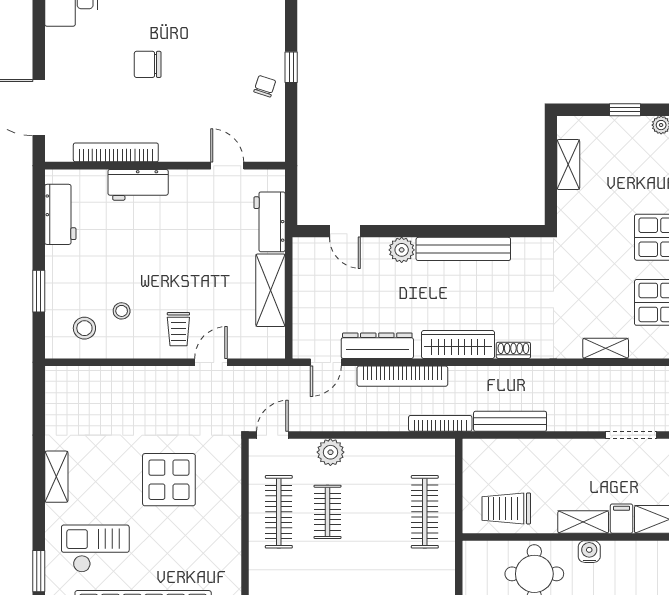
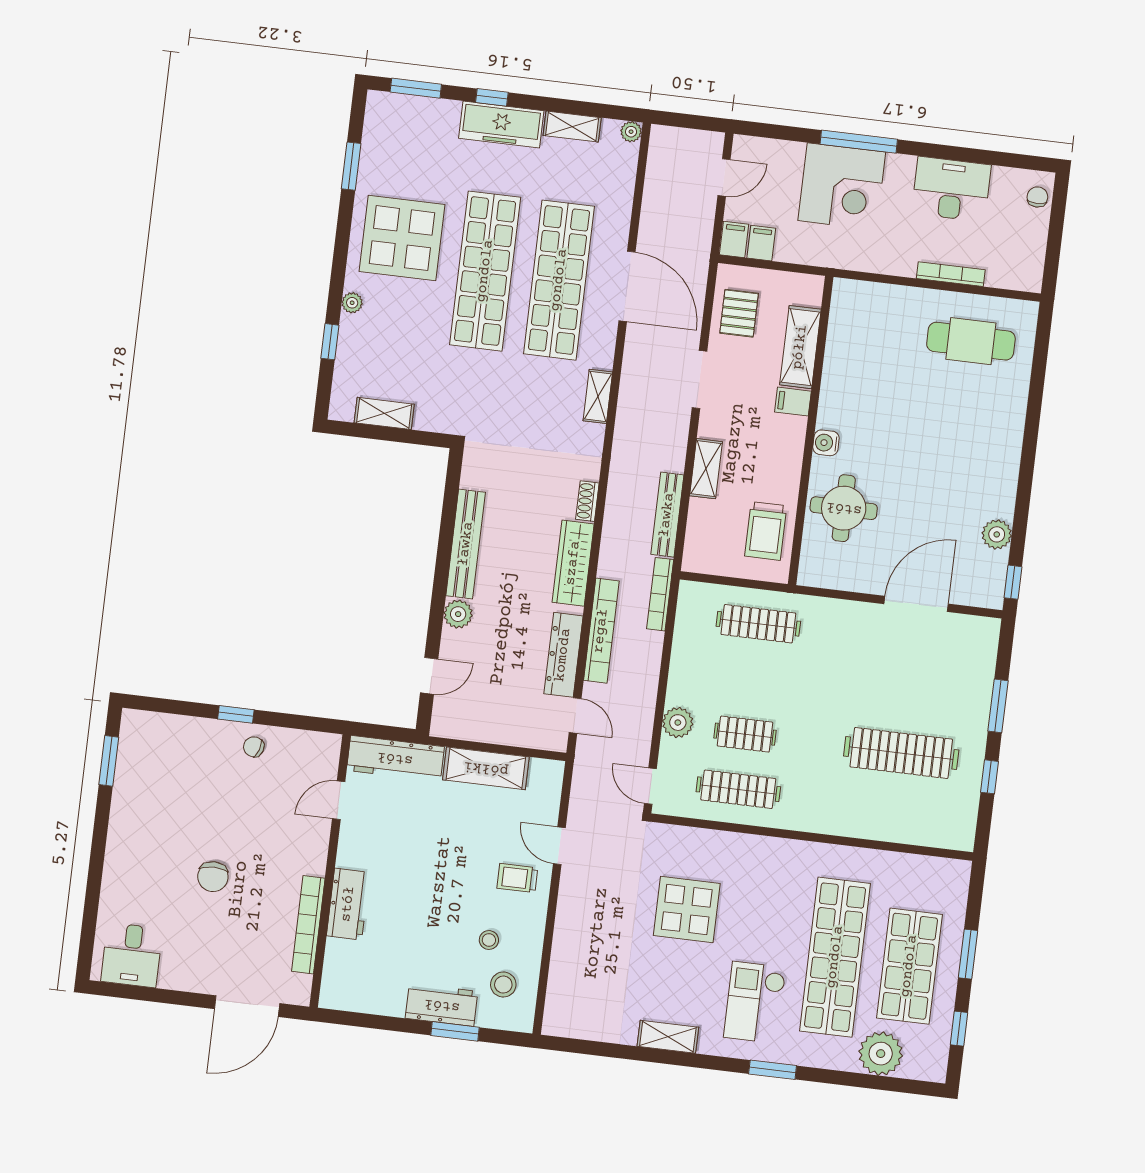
workbench: (60, 214) -> (442, 1005), moved
workbench: (270, 222) -> (395, 758), width x1.38
trolley: (178, 329) -> (517, 878), turned 180
shelving: (583, 522) -> (706, 469), moved

